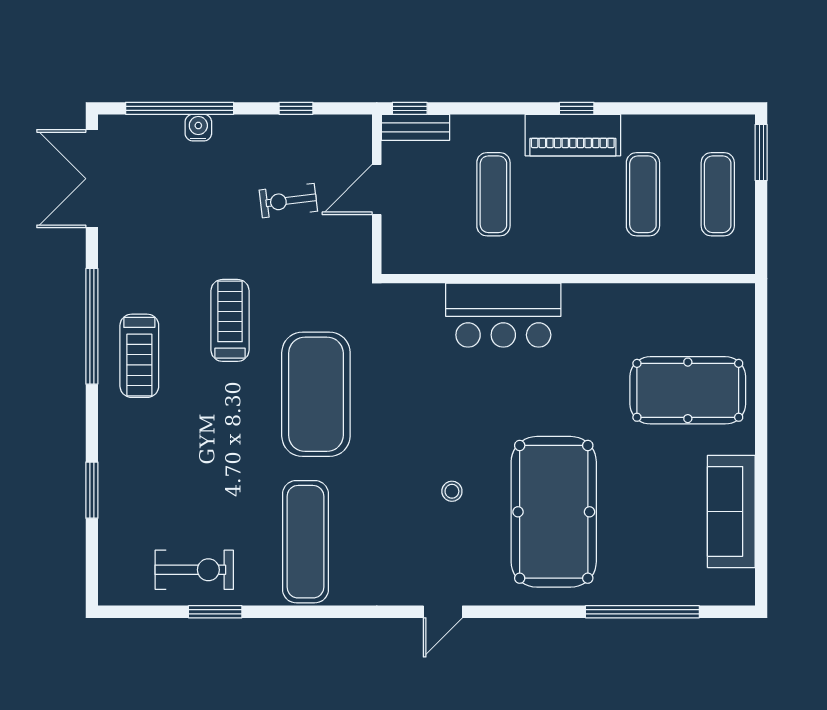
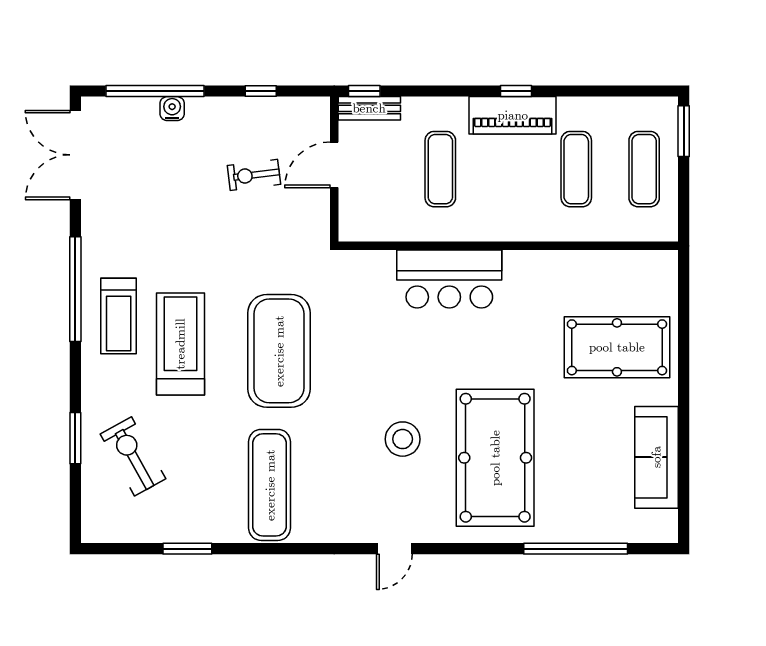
treadmill: (230, 320) -> (180, 344), moved, width x1.37, depth x1.38
stool: (452, 491) -> (403, 439), width x1.89, depth x1.89
exercise bike: (194, 570) -> (133, 456), moved, turned -119

